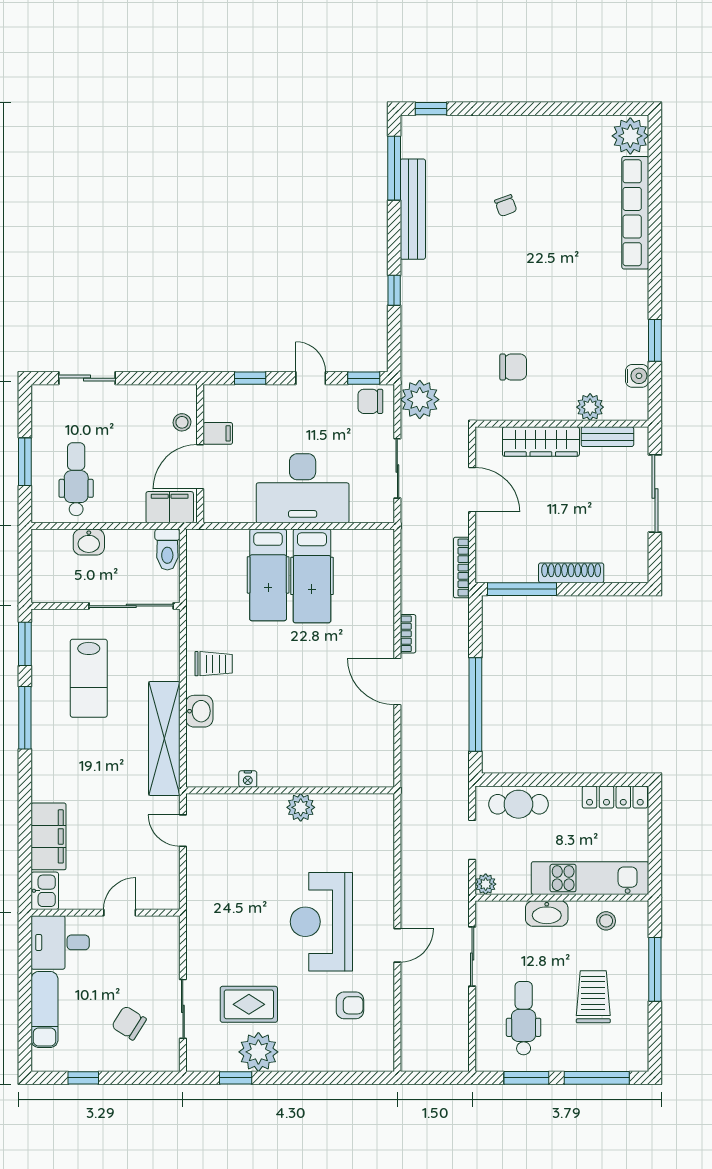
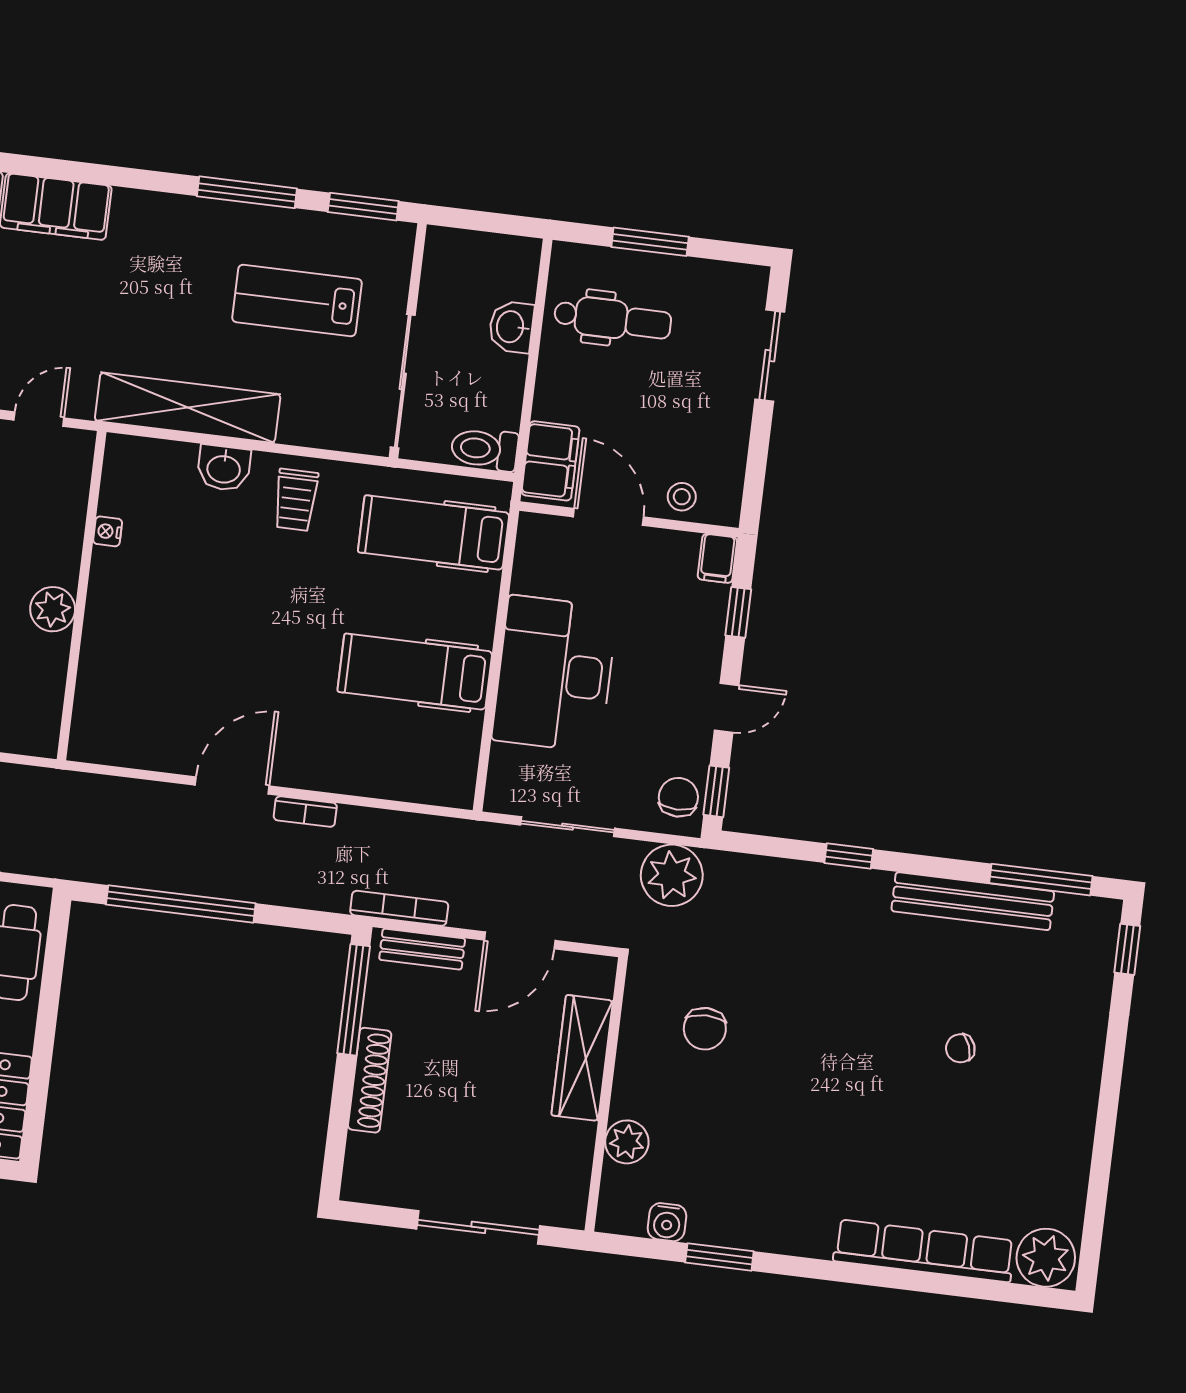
filing cabinet: (218, 433) -> (717, 558), moved
bench: (607, 437) -> (422, 949), moved, turned 90
hospital bed: (268, 575) -> (434, 533), moved

